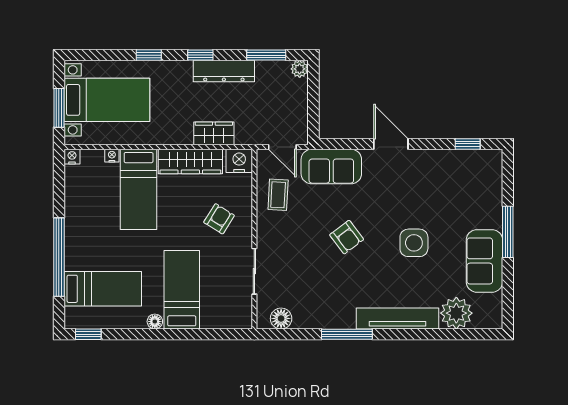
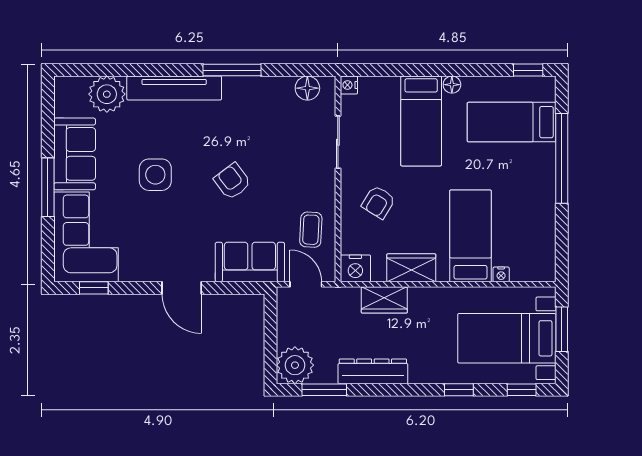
window: (200, 55) -> (522, 390), moved
plant: (300, 69) -> (295, 365), width x1.88, depth x1.88
nightstand: (72, 157) -> (349, 85), moved, turned 90
wardrobe: (190, 162) -> (411, 268), width x0.67
corner sofa: (475, 189) -> (86, 237), added

